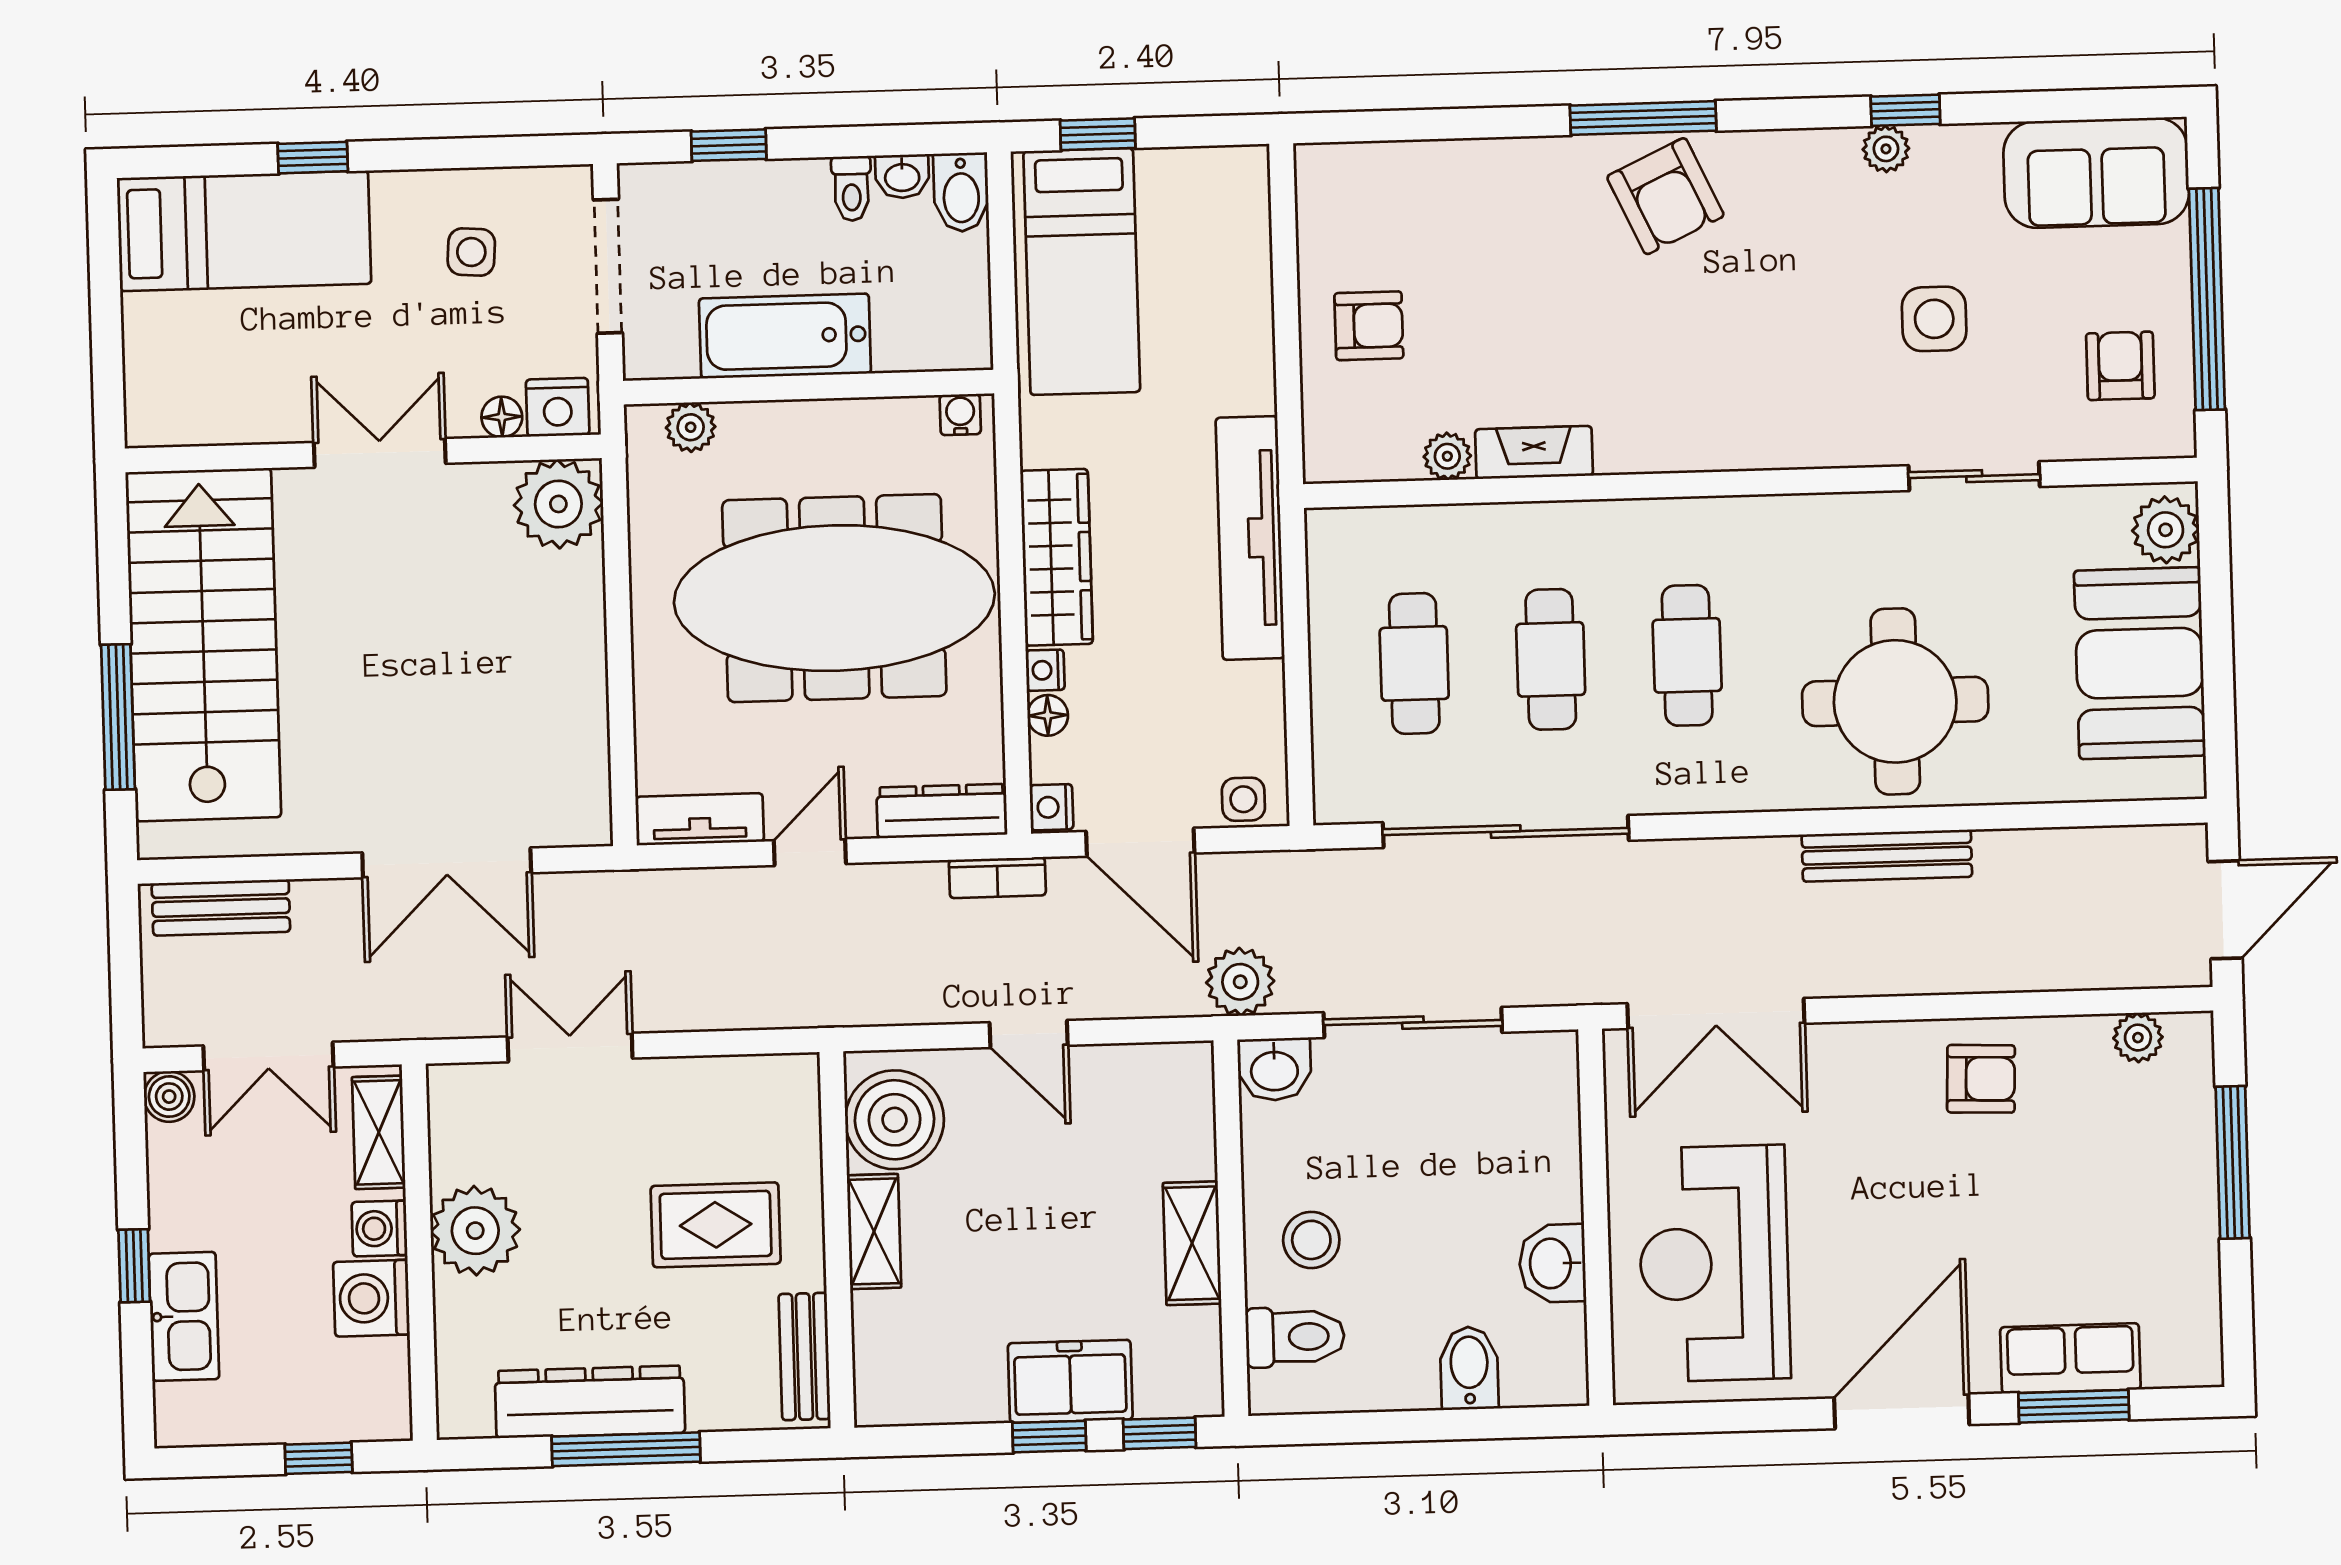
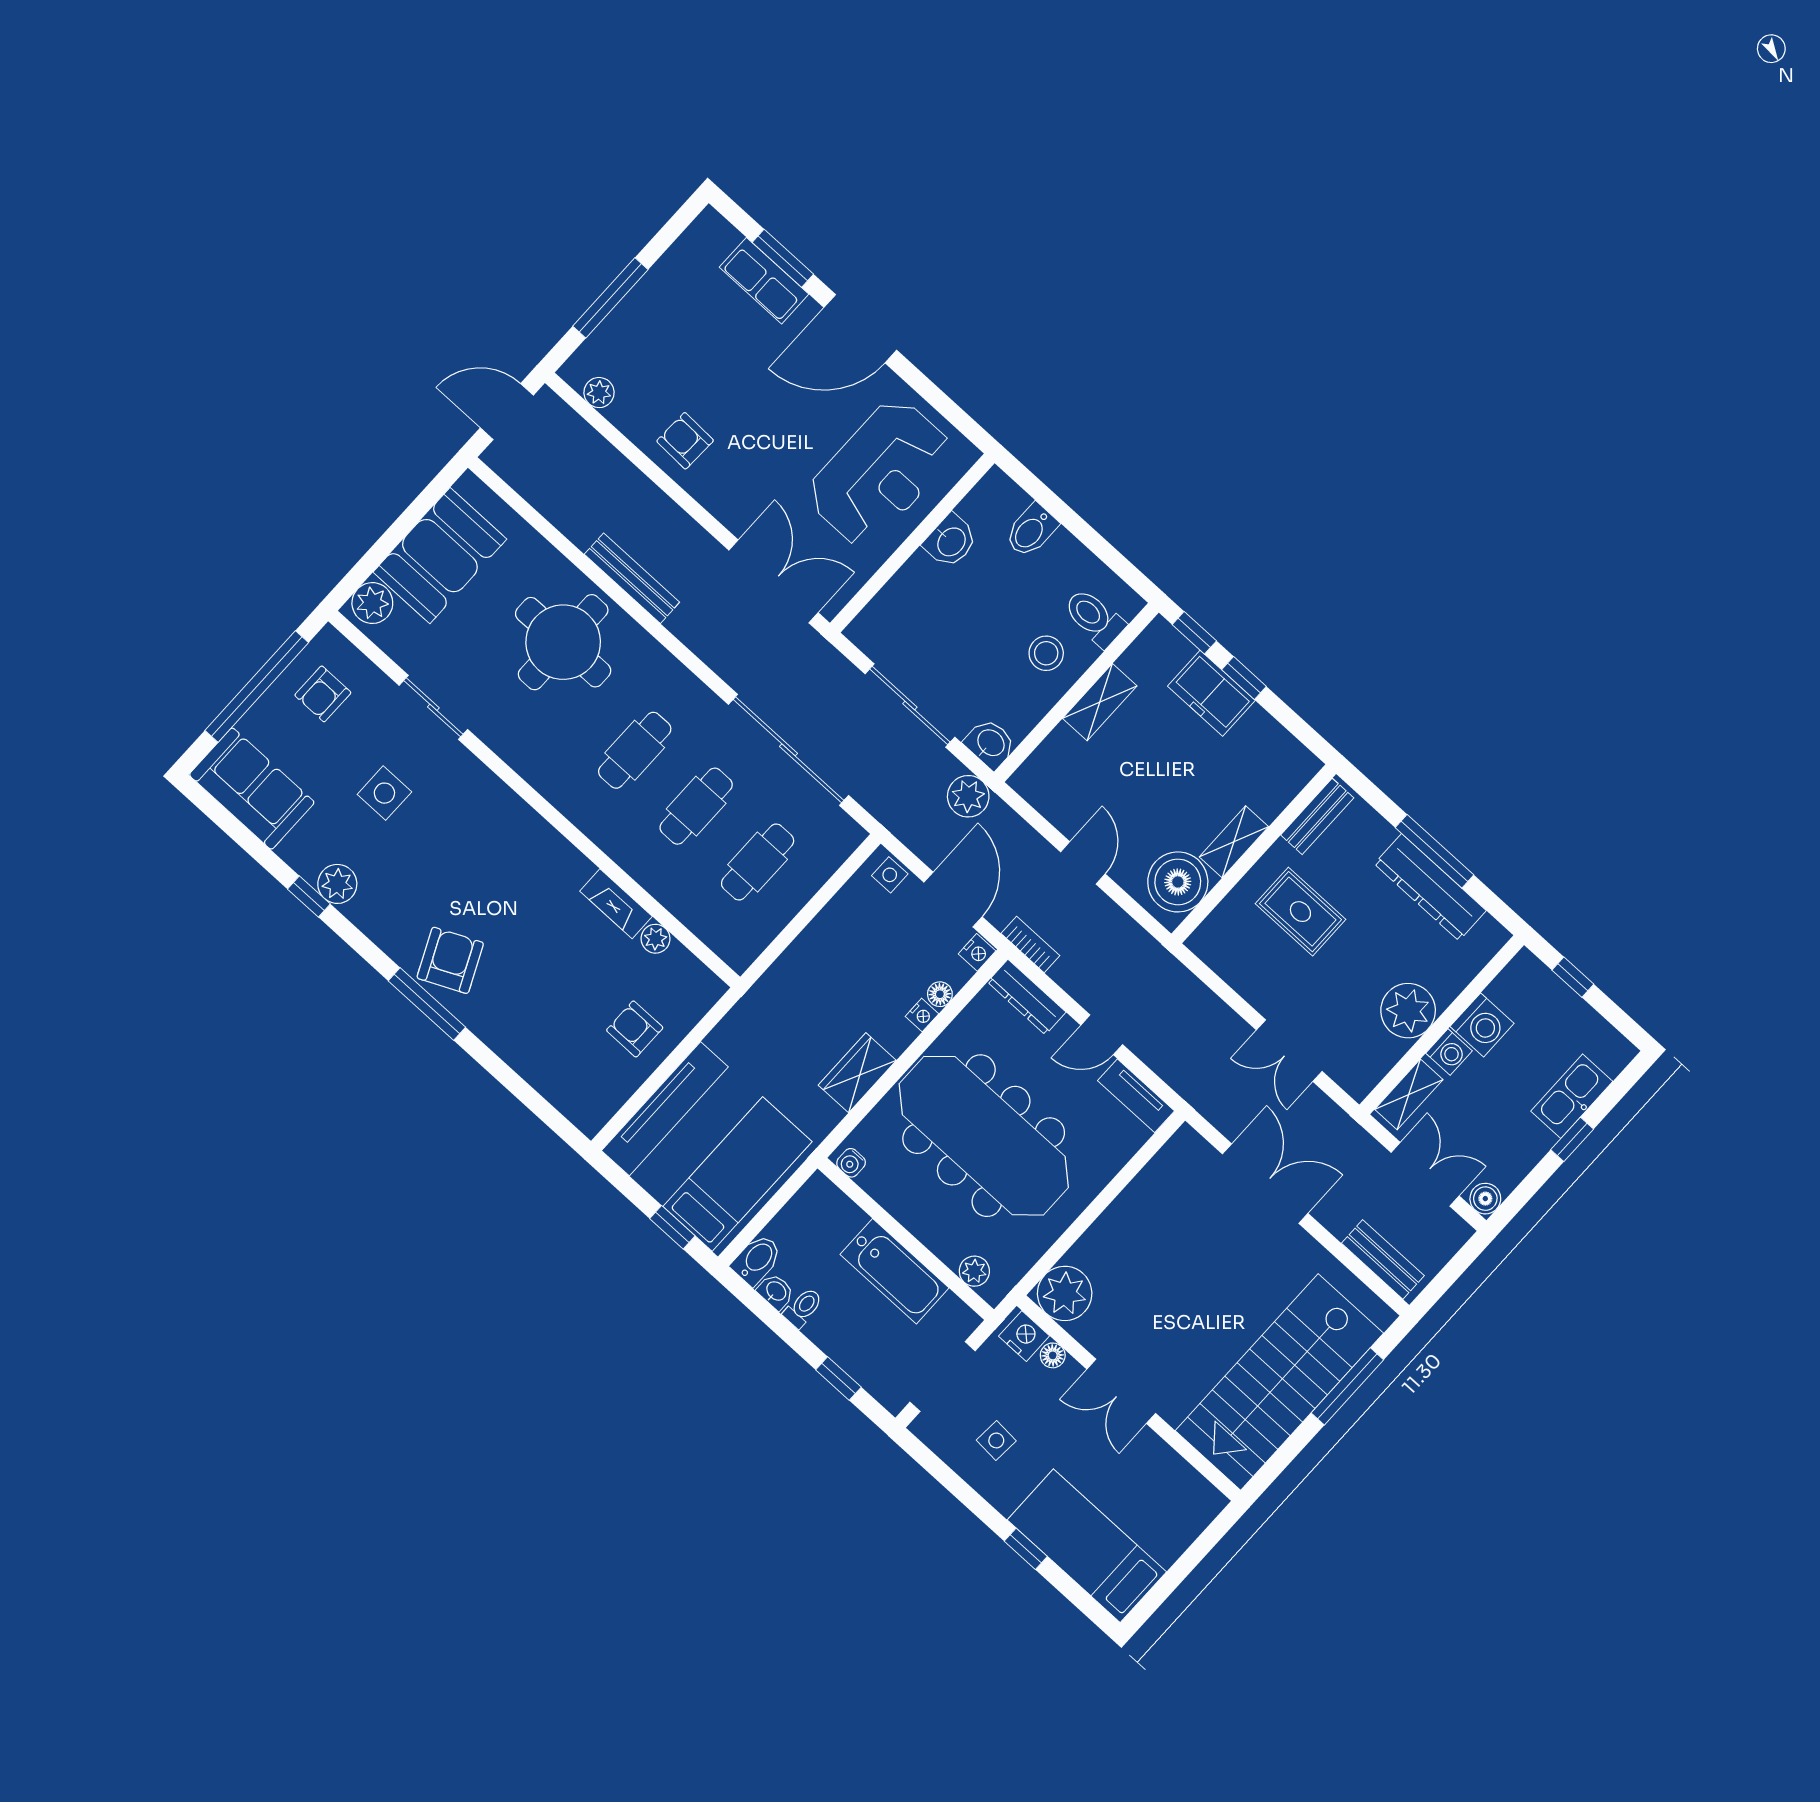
plant: (1886, 149) -> (337, 884), width x1.38, depth x1.38
tv unit: (1250, 538) -> (665, 1109), moved
wardrobe: (1056, 557) -> (857, 1073), width x0.67

